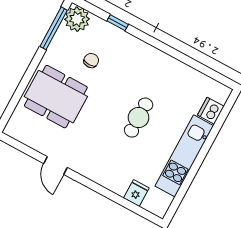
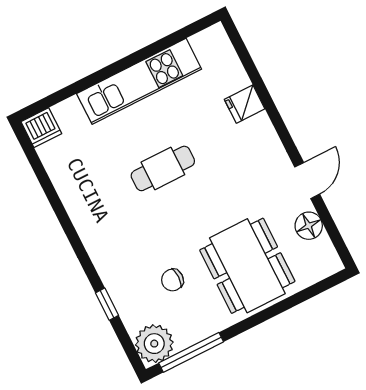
dishwasher: (211, 111) -> (41, 128), moved
floor lamp: (38, 142) -> (309, 226), added
fridge: (136, 193) -> (245, 104), moved

